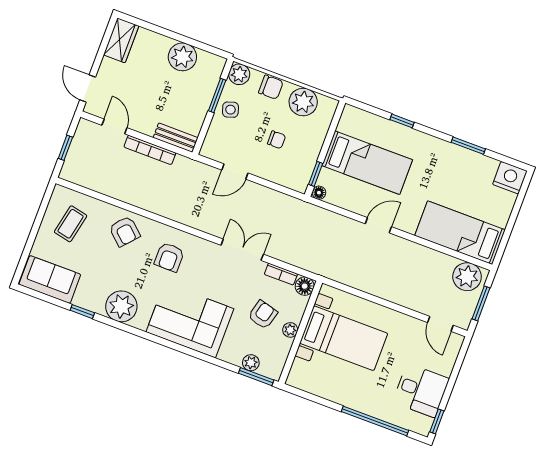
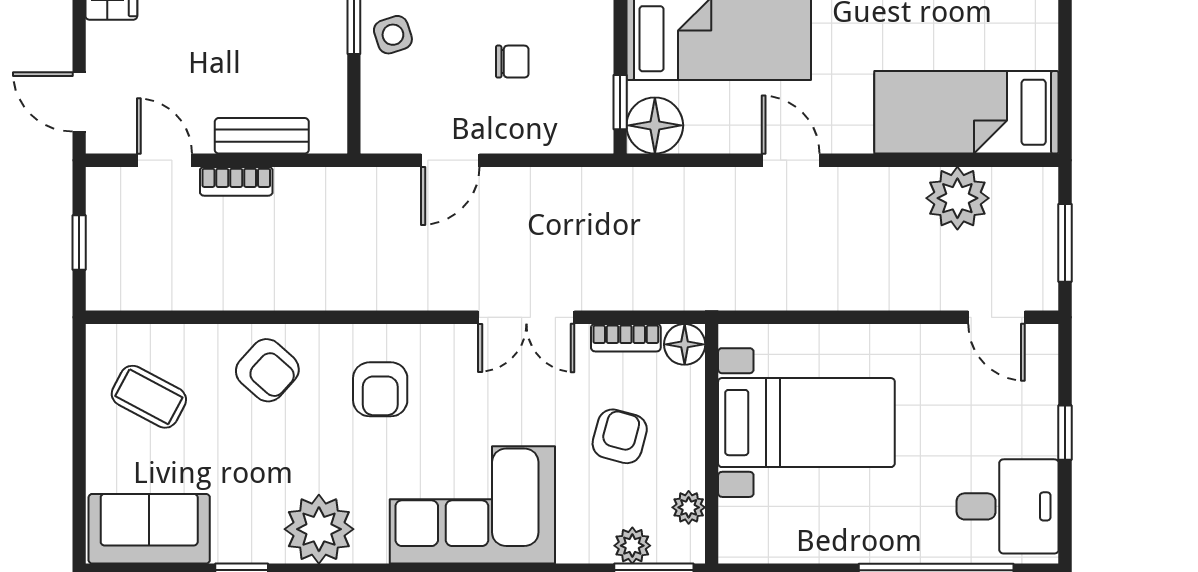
bench: (176, 138) -> (262, 136), moved
bookcase: (150, 150) -> (236, 181), width x0.64
floor lamp: (319, 193) -> (655, 125), width x1.89, depth x1.89
coffee table: (71, 224) -> (149, 397), turned -74
door: (378, 225) -> (791, 160), hinge flipped
double door: (242, 250) -> (526, 317), swing flipped
plant: (467, 277) -> (957, 198), moved
plant: (290, 330) -> (689, 507), moved
desk: (421, 390) -> (1008, 506), moved
window: (437, 421) -> (1065, 433), moved

